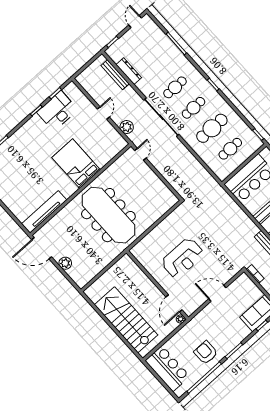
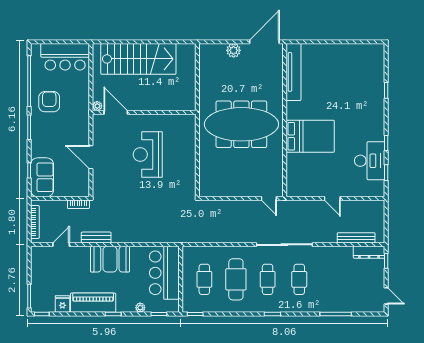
dresser: (129, 71) -> (369, 252), moved
plant: (127, 127) -> (303, 208), removed
door: (217, 293) -> (91, 157), swing flipped
armchair: (206, 353) -> (49, 102), turned -90

